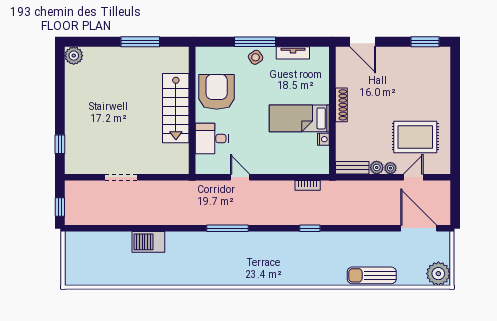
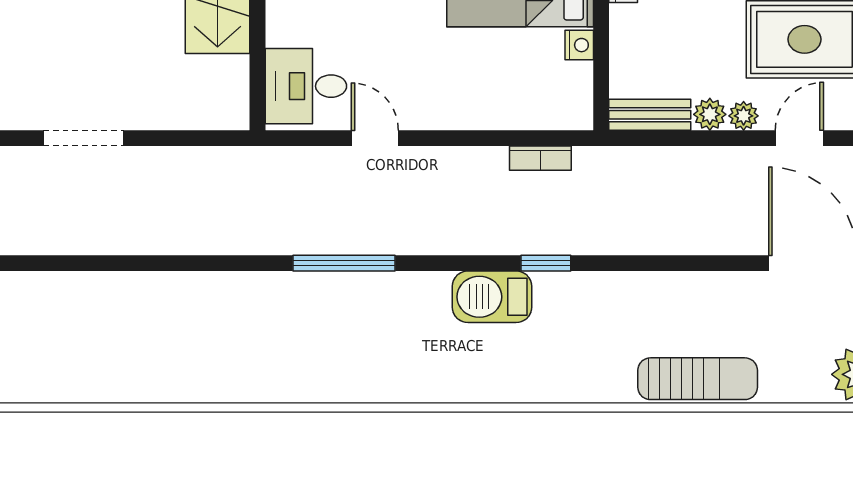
desk: (212, 139) -> (306, 86), moved
barbecue: (148, 242) -> (492, 297), moved
sun lounger: (372, 275) -> (698, 379), turned 180

